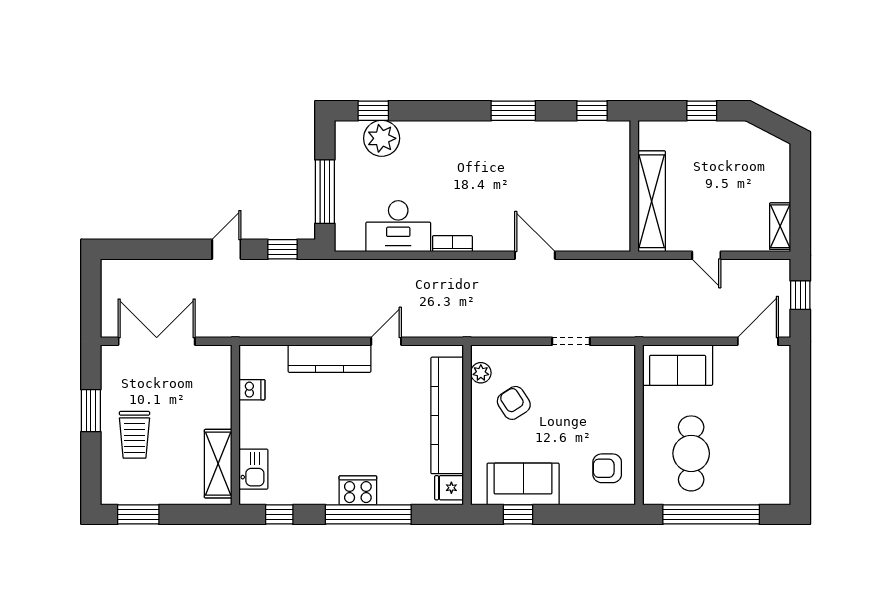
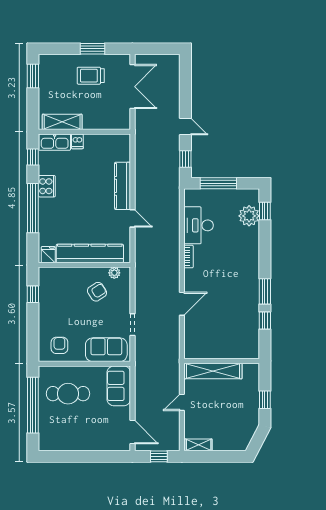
window: (592, 111) -> (265, 320), moved
dishwasher: (252, 390) -> (77, 141), moved
trolley: (135, 435) -> (91, 76), moved
kitchen sink: (253, 469) -> (55, 142), width x1.38
sofa: (523, 484) -> (106, 350), moved, turned -90
cooker: (358, 490) -> (47, 186), moved

